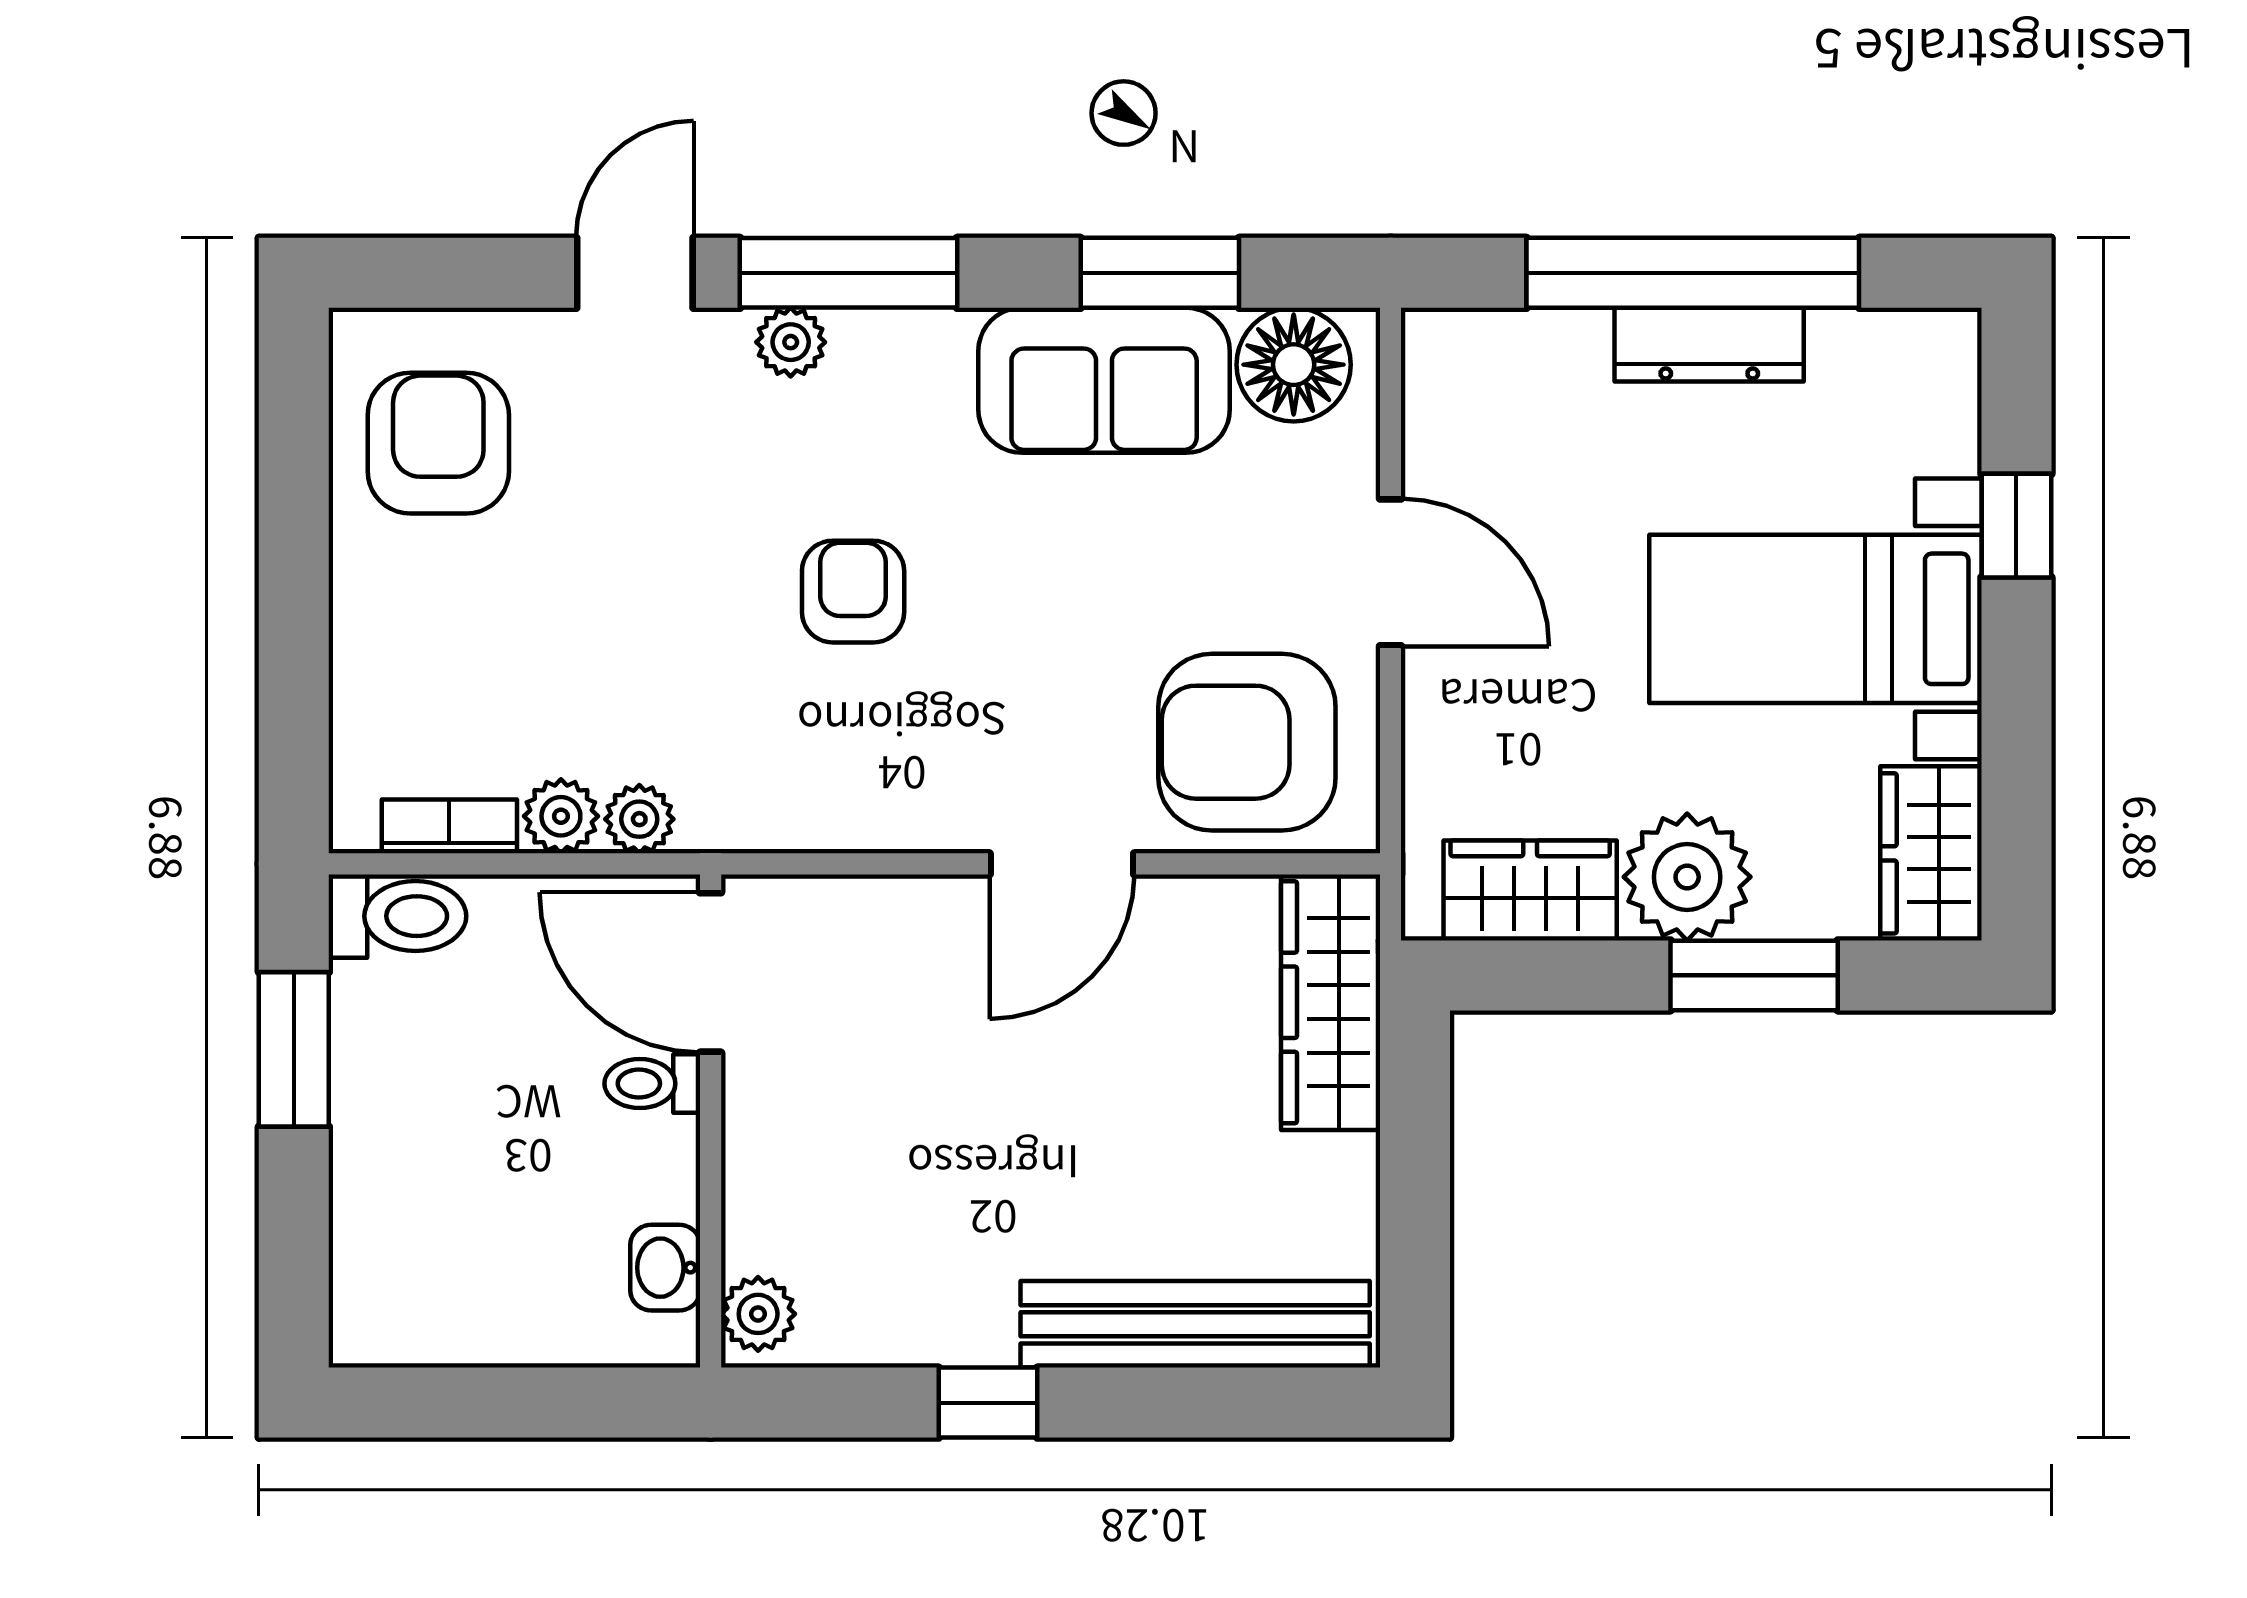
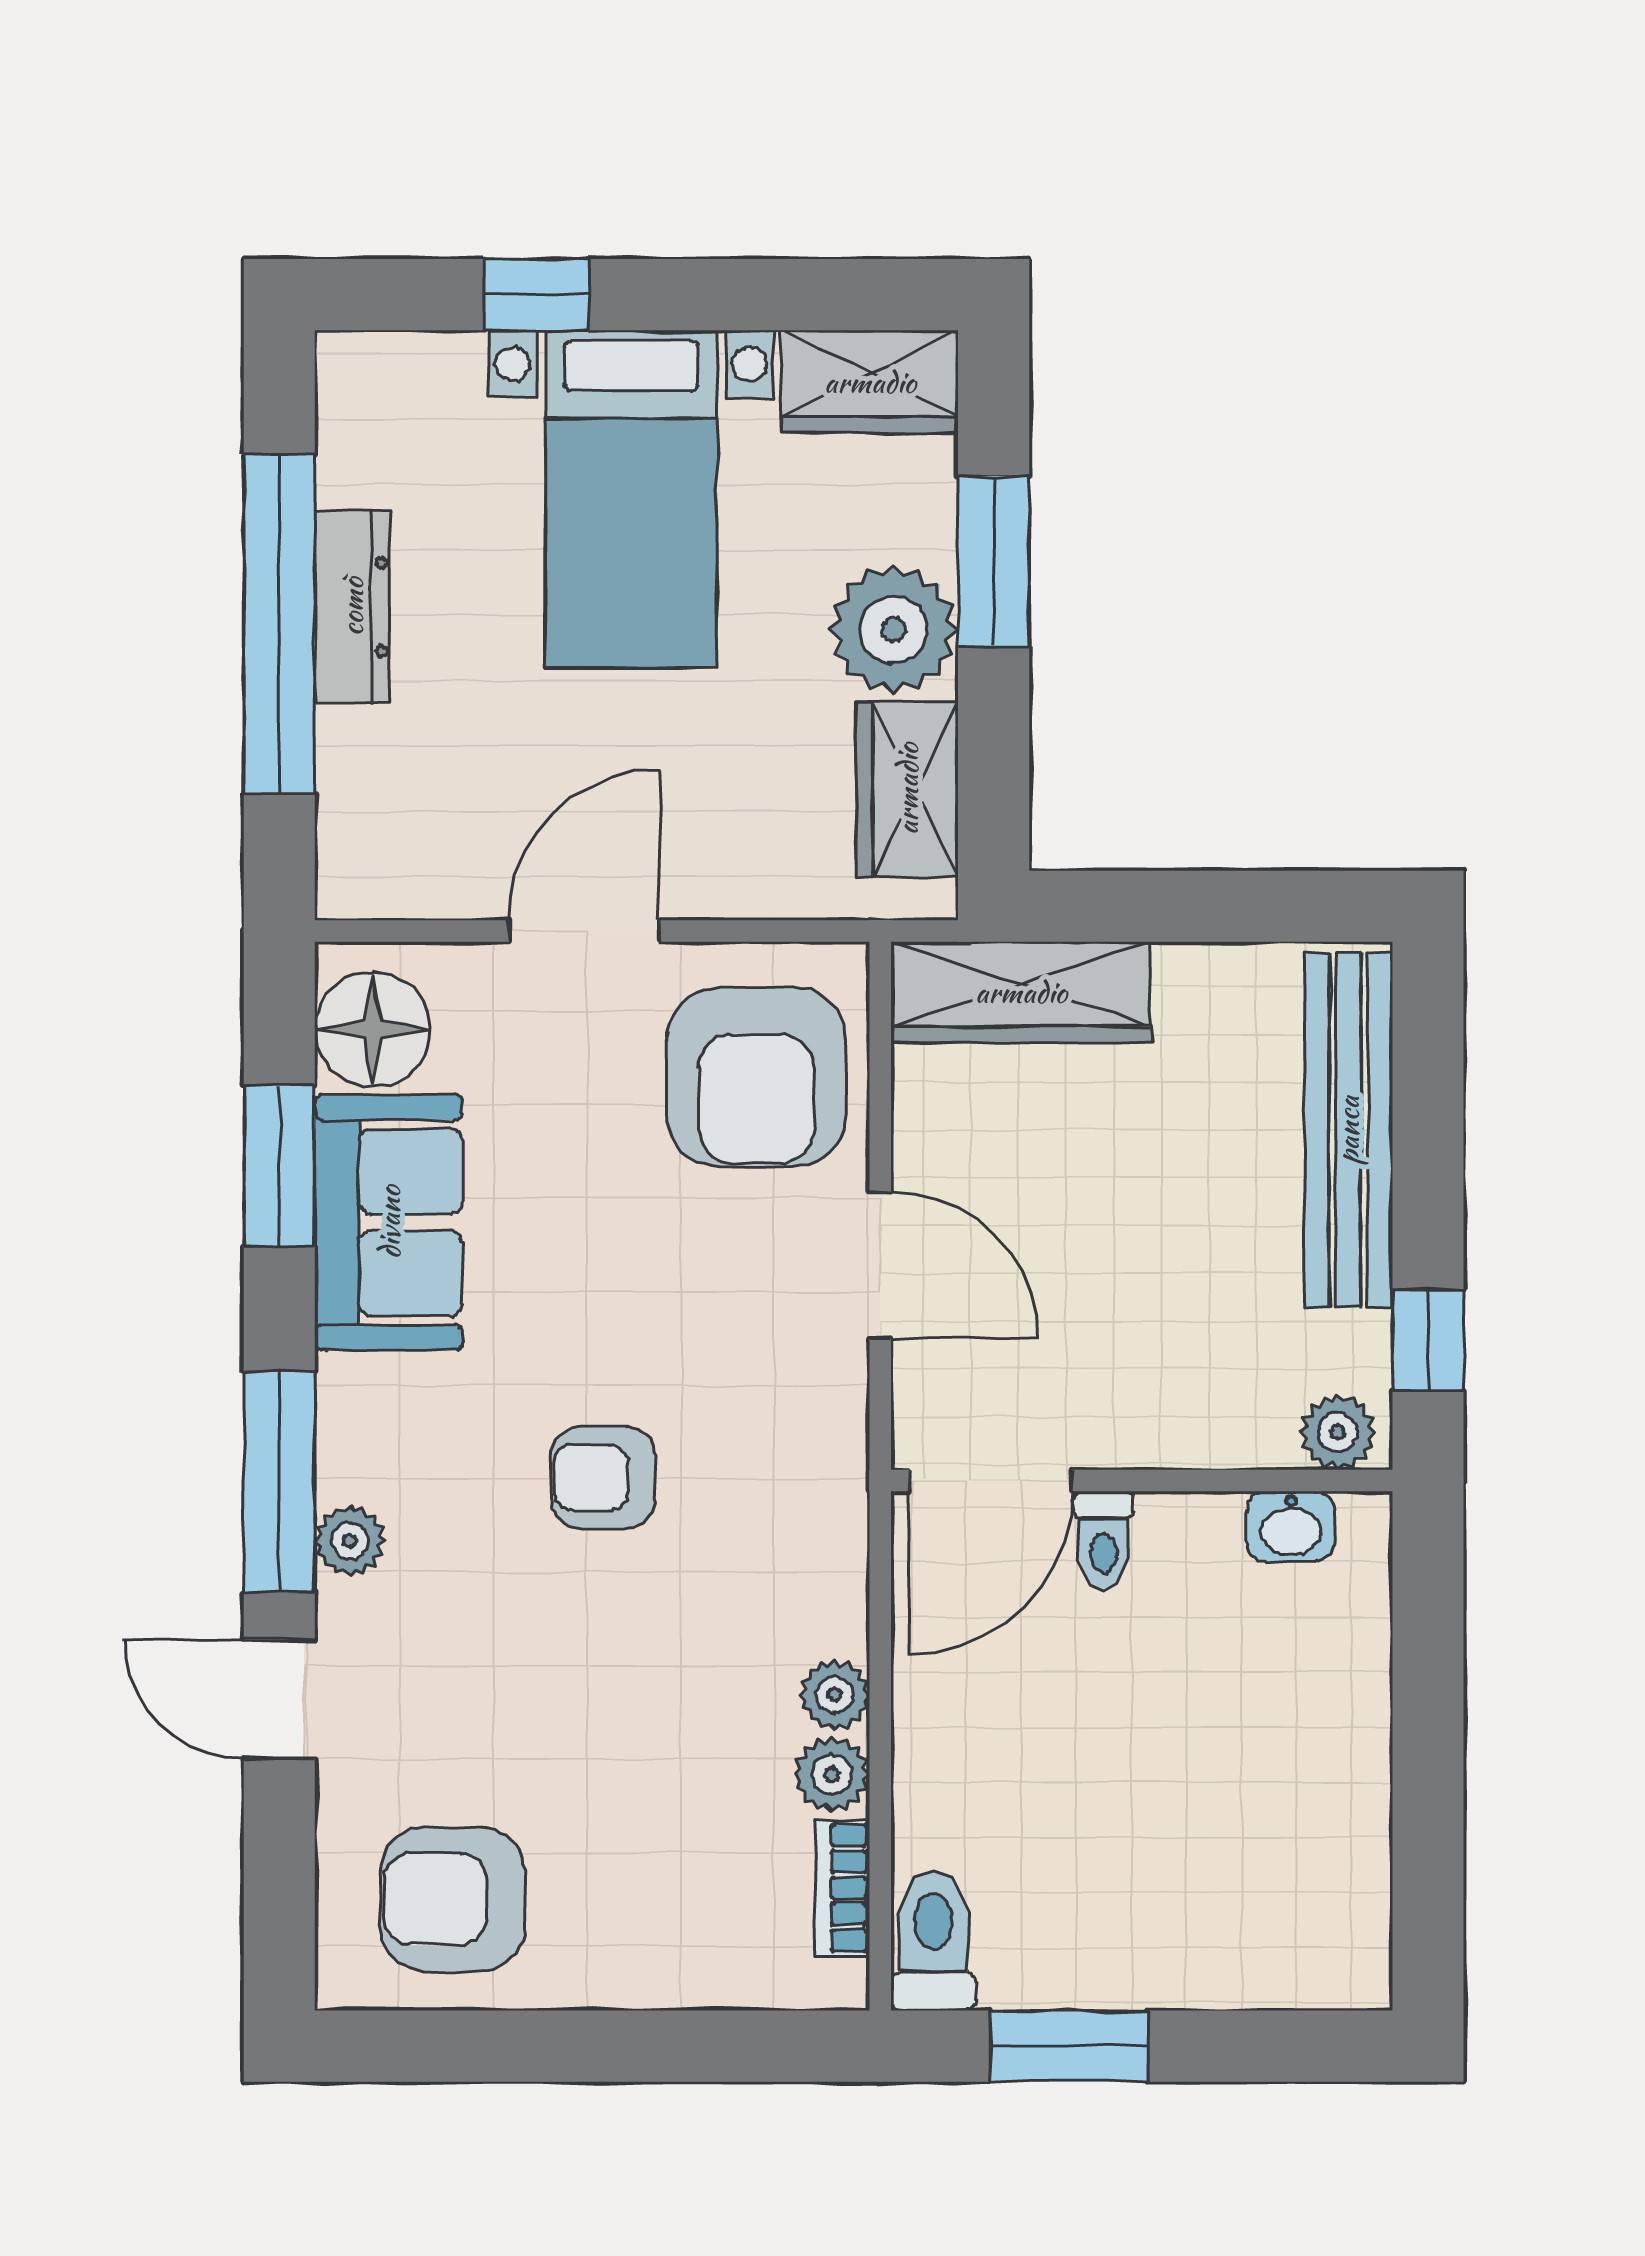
door: (711, 972) -> (991, 1481), moved
toilet: (652, 1084) -> (1104, 1540), moved
wall: (711, 1121) -> (1142, 1481), moved
washbasin: (665, 1268) -> (1291, 1527), moved
plant: (758, 1314) -> (1338, 1432), moved

